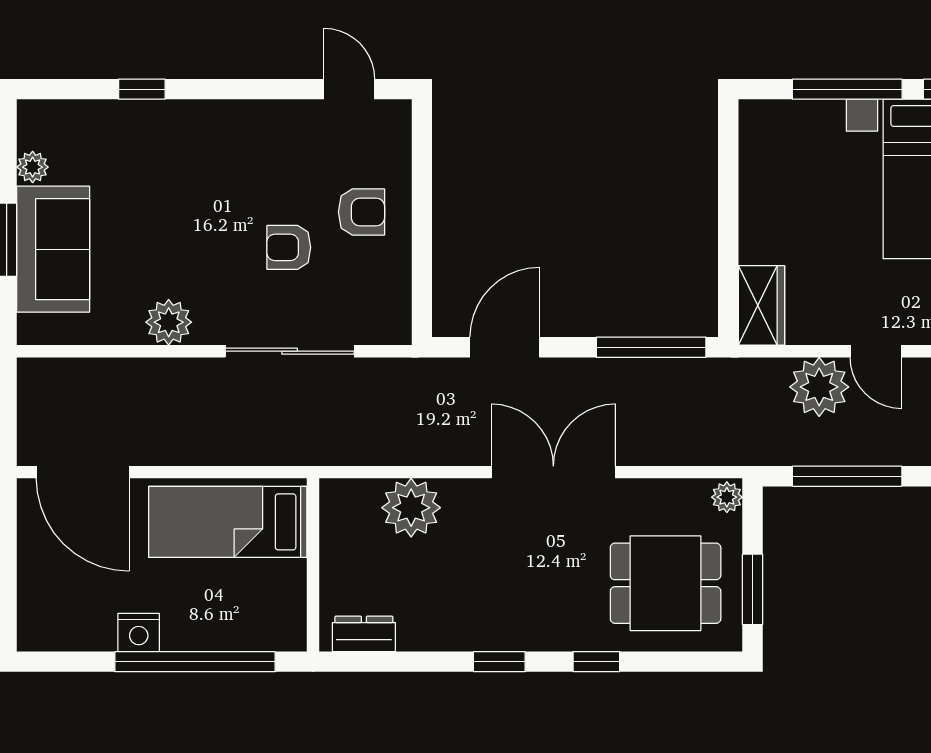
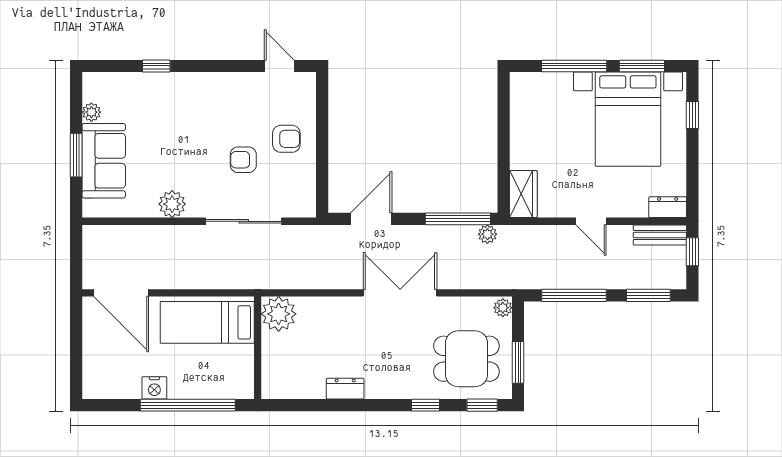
plant: (819, 387) -> (487, 234), moved, width x0.53, depth x0.53
plant: (411, 508) -> (279, 314), moved
dresser: (364, 634) -> (345, 389), moved
window: (499, 662) -> (482, 405), moved

